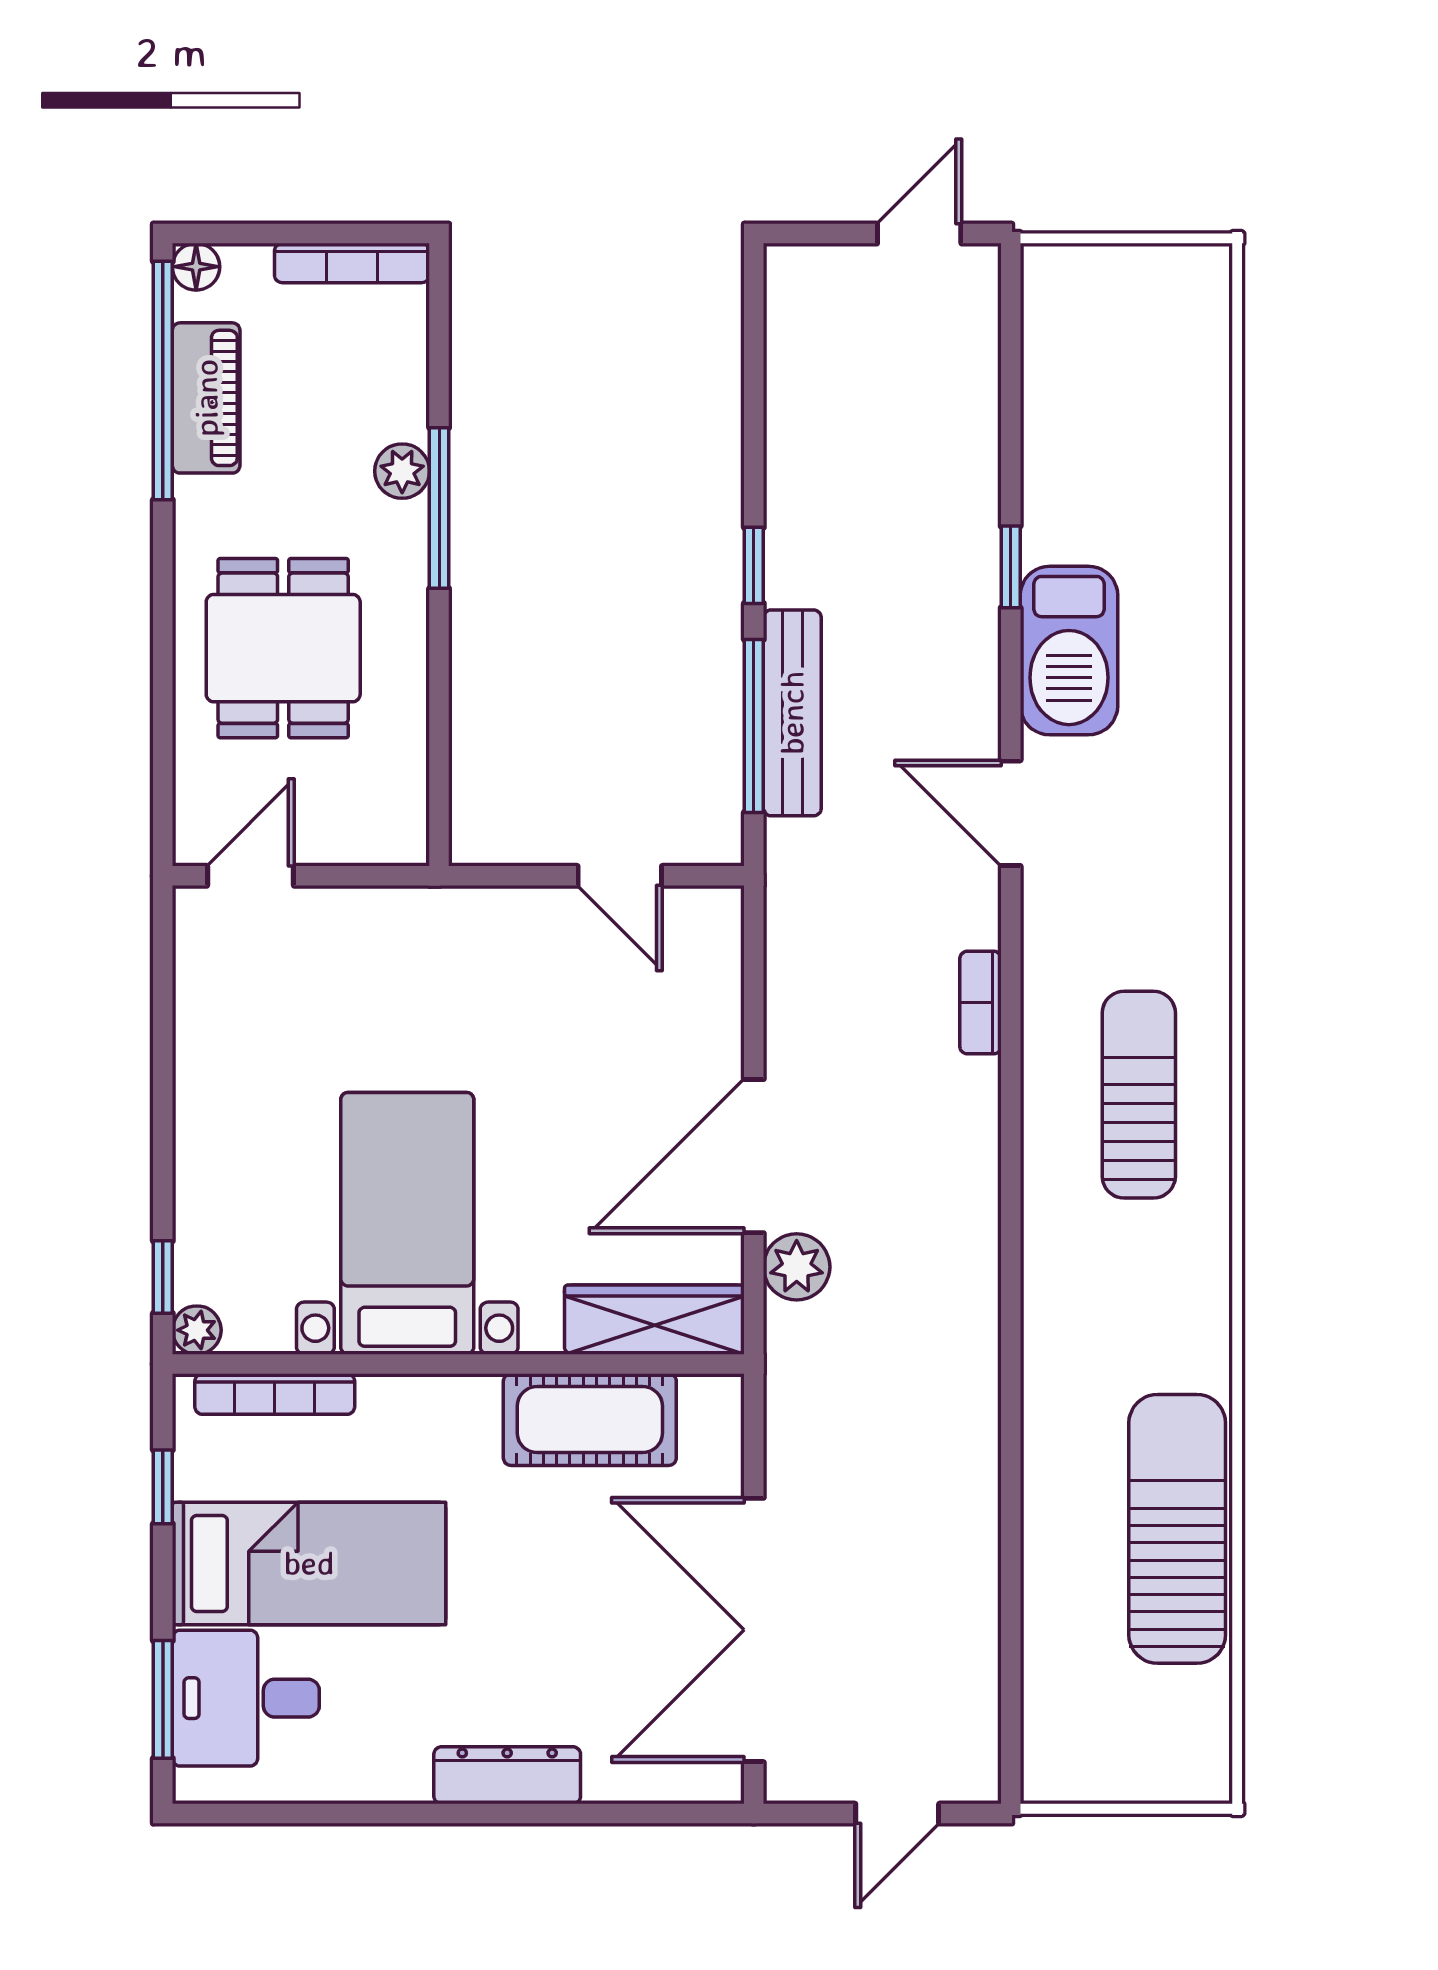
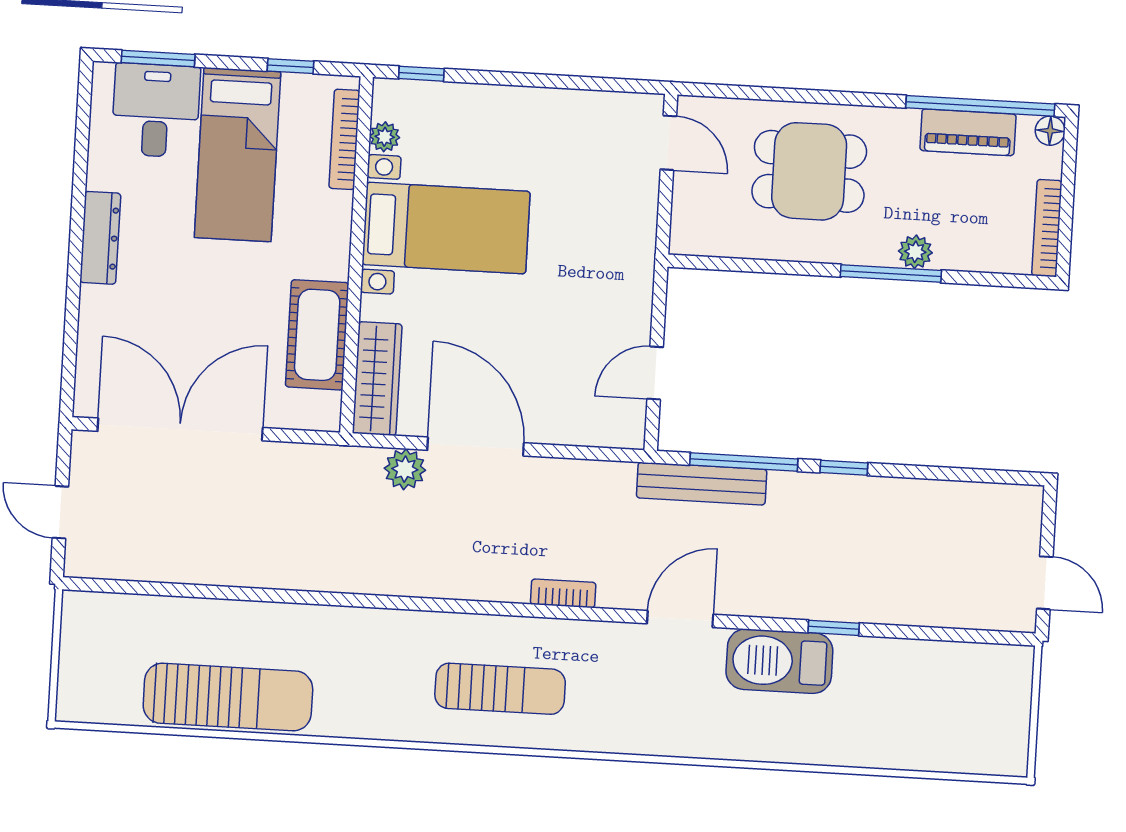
bench: (792, 713) -> (702, 484), moved
plant: (197, 1330) -> (385, 137), moved
dresser: (507, 1775) -> (100, 238), moved

